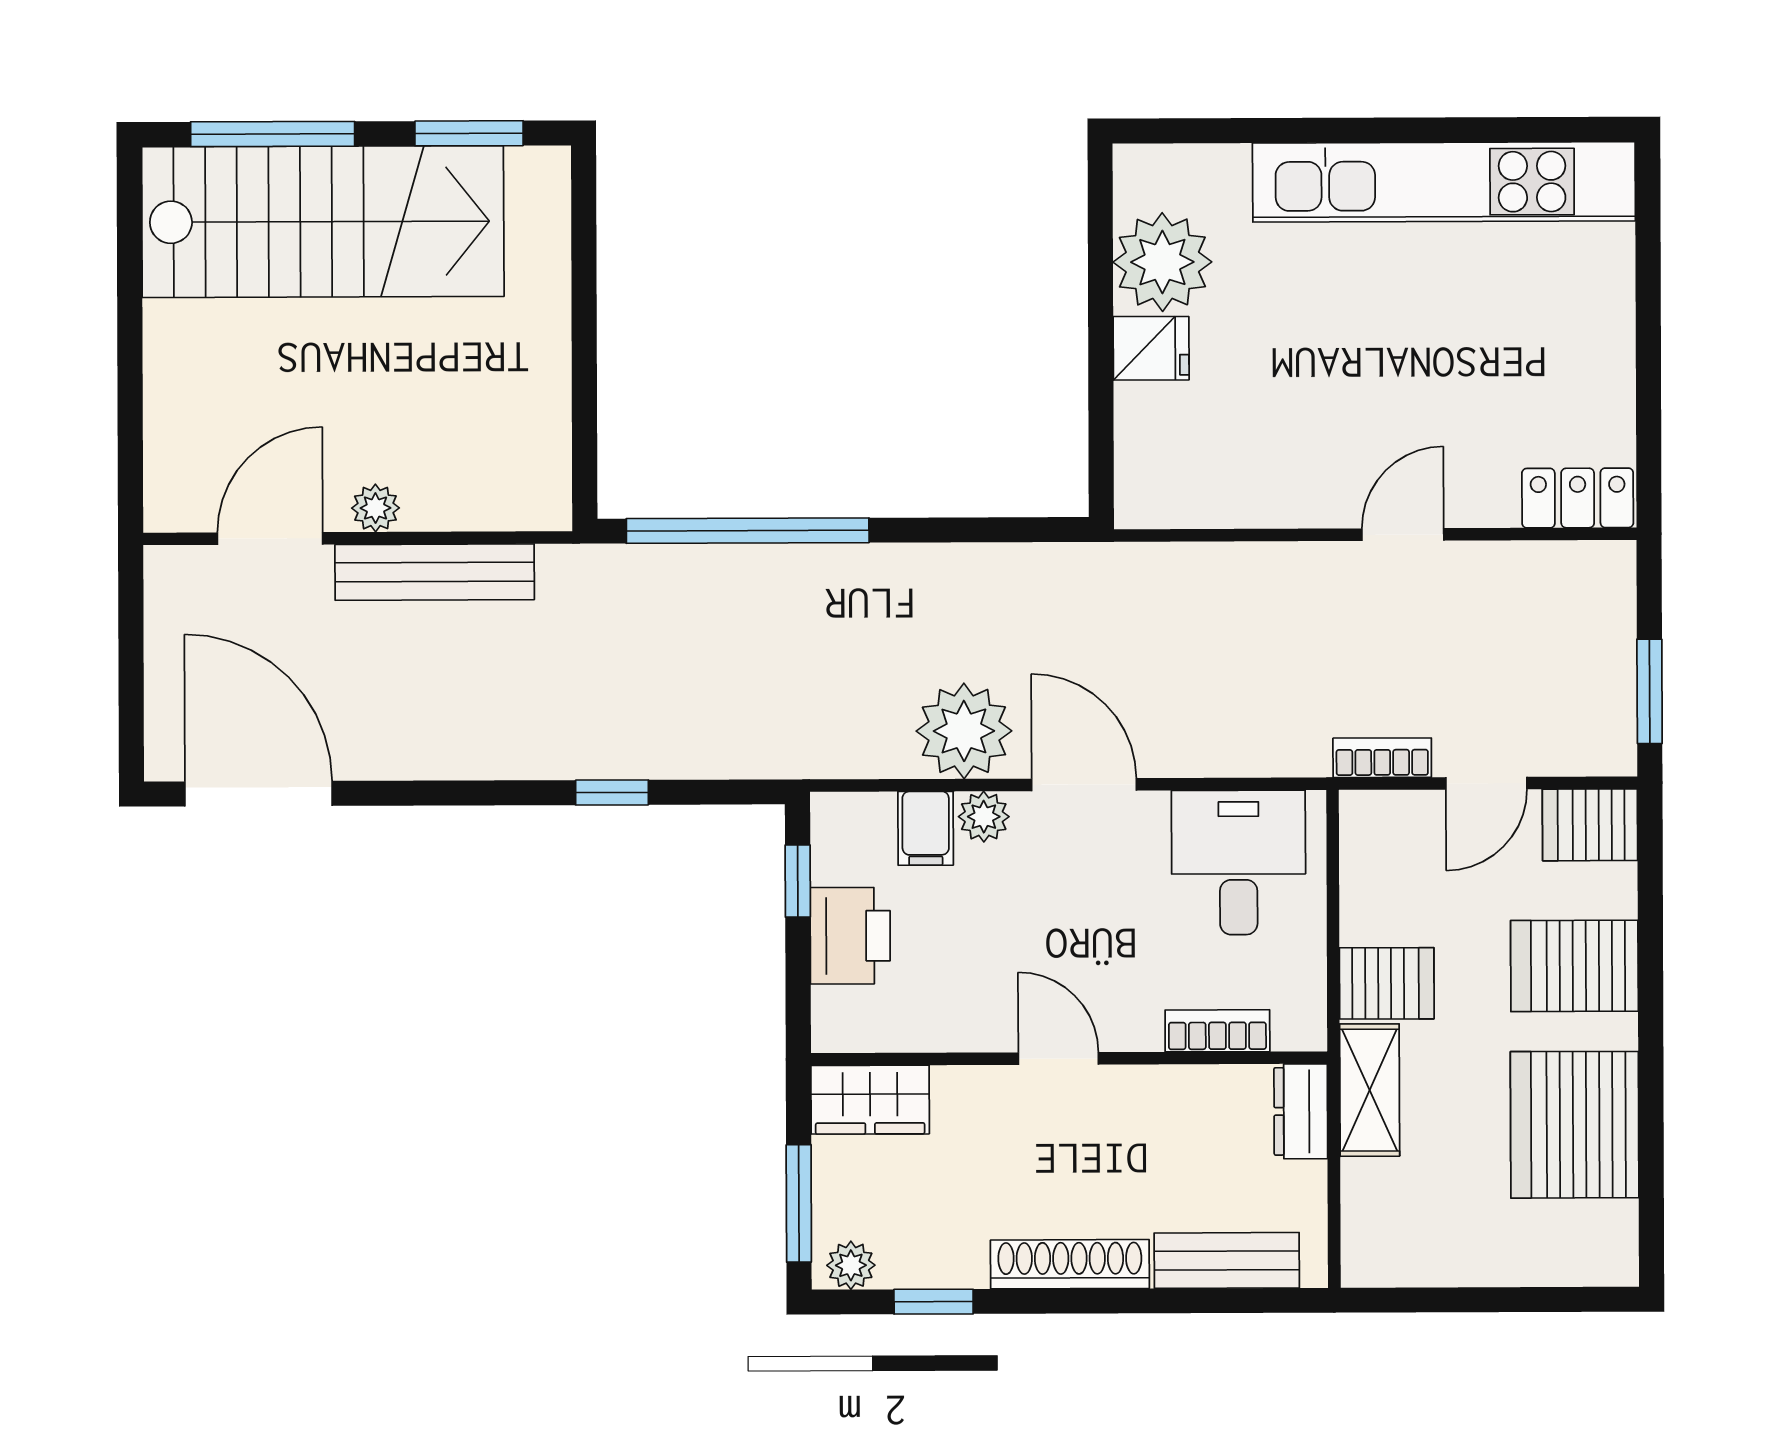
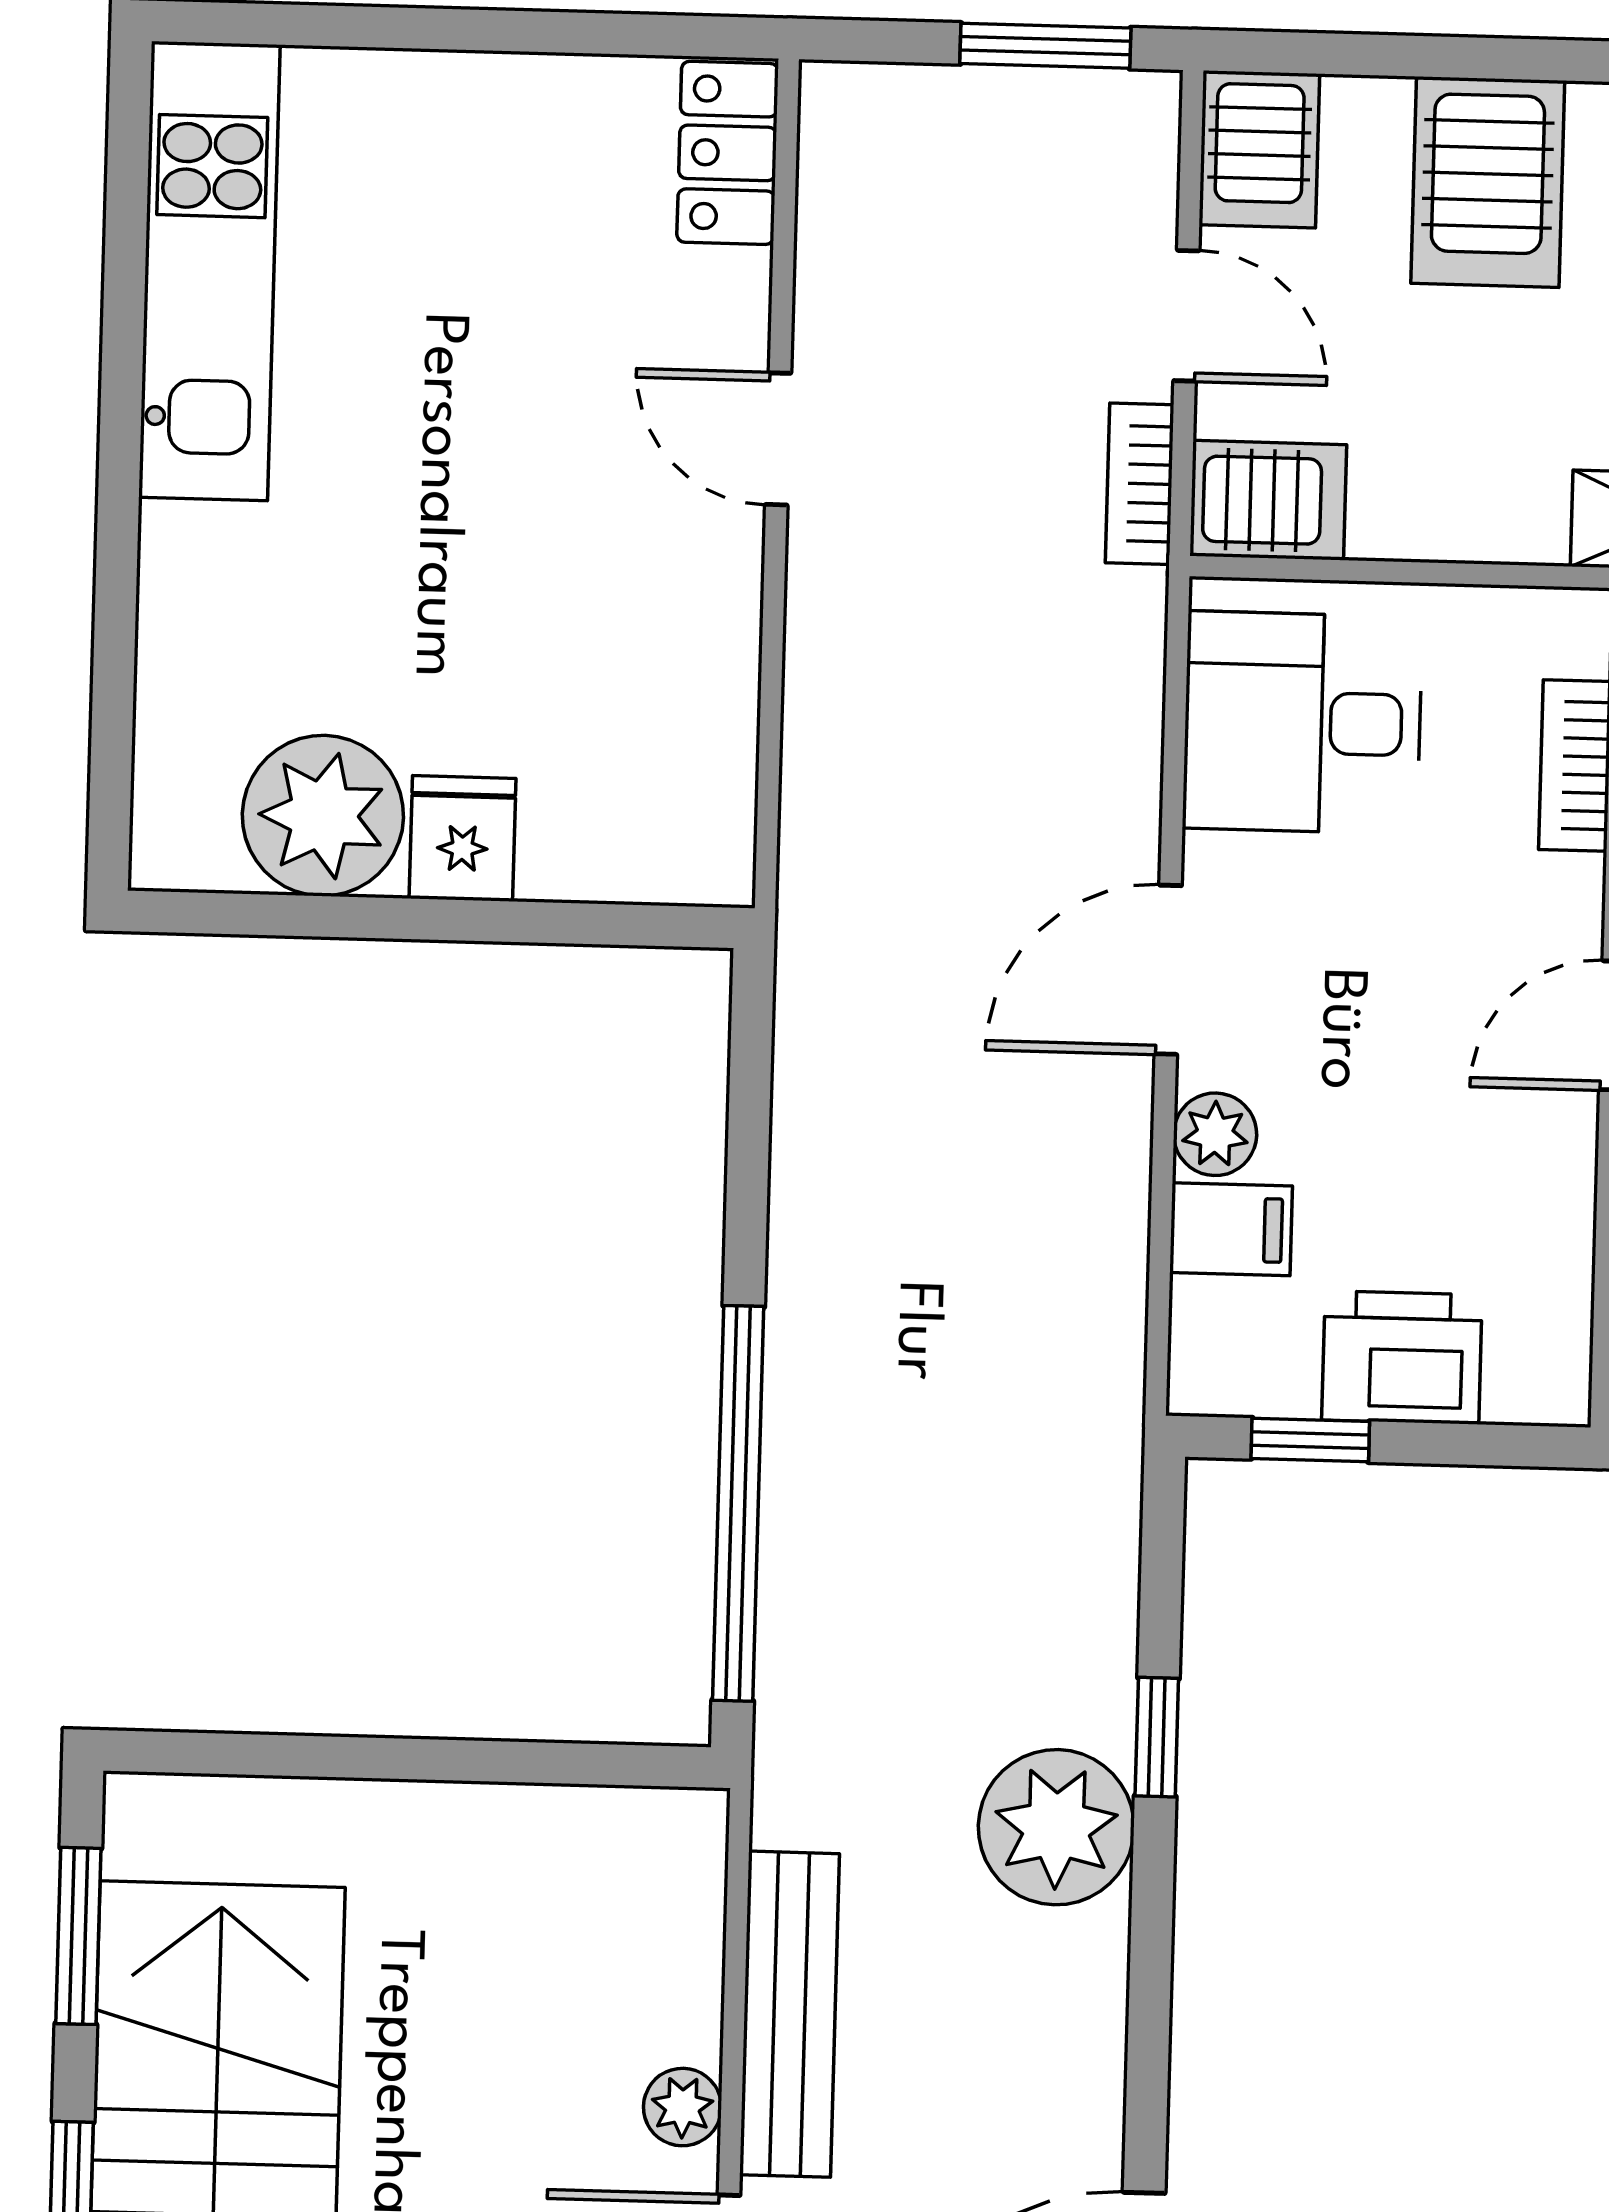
kitchen unit: (1444, 182) -> (209, 271), width x0.73
plant: (964, 731) -> (1056, 1827), moved
server rack: (1387, 983) -> (1268, 500), moved, turned 90

